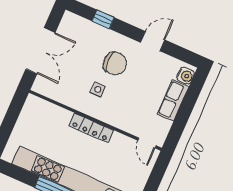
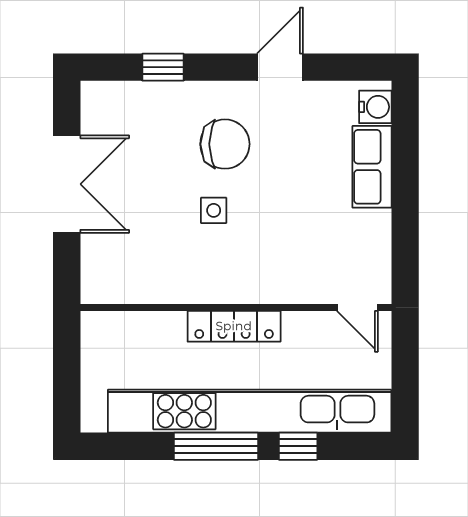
wall: (95, 120) -> (236, 307), moved
locker: (91, 128) -> (234, 326), moved
door: (147, 143) -> (357, 307), moved

